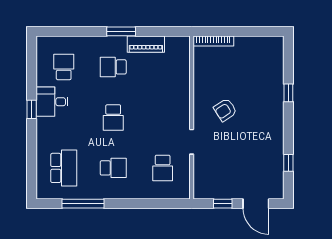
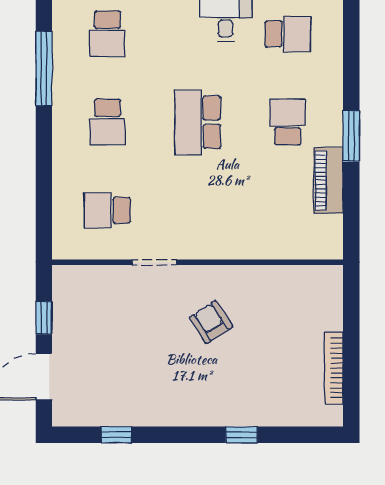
bookcase: (213, 41) -> (334, 368), moved
school desk: (113, 117) -> (198, 122), width x1.85
school desk: (64, 168) -> (107, 34), width x0.54

